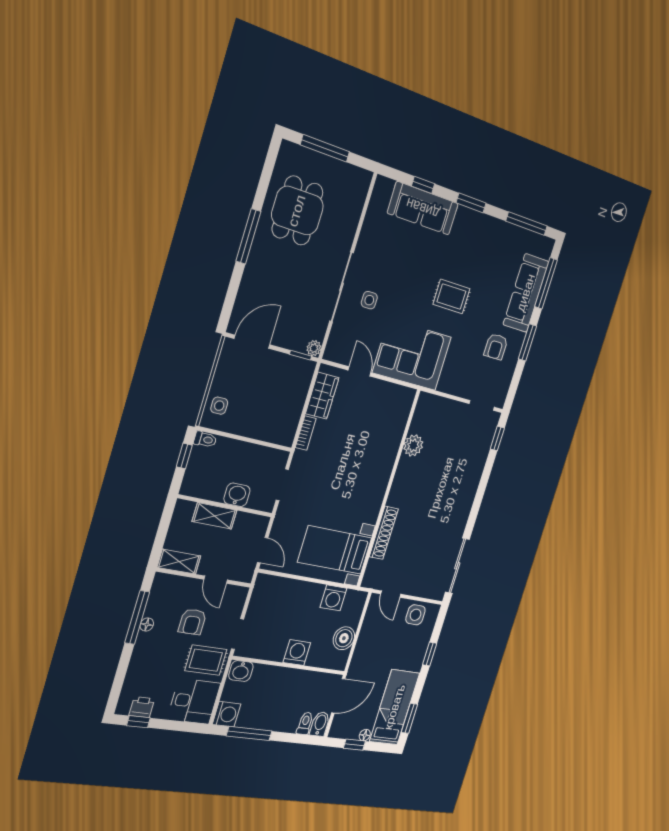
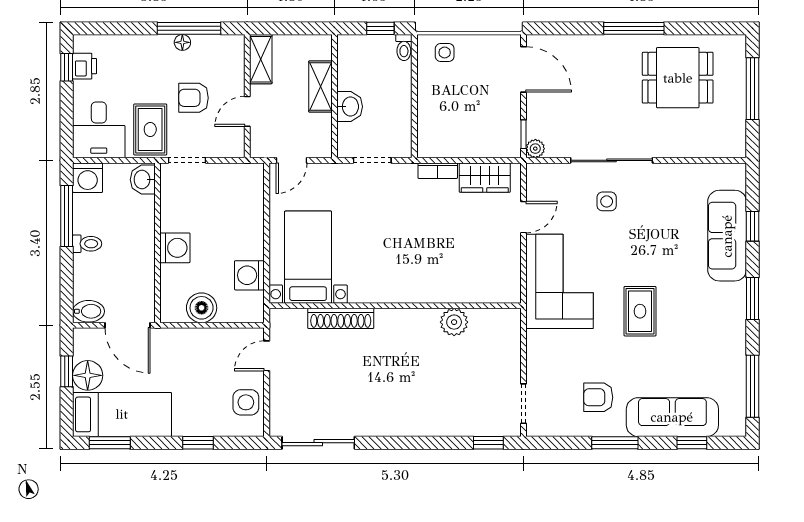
window: (546, 283) -> (692, 443), width x0.46
toilet: (305, 723) -> (87, 244), moved
floor lamp: (365, 735) -> (88, 375), width x1.89, depth x1.89

